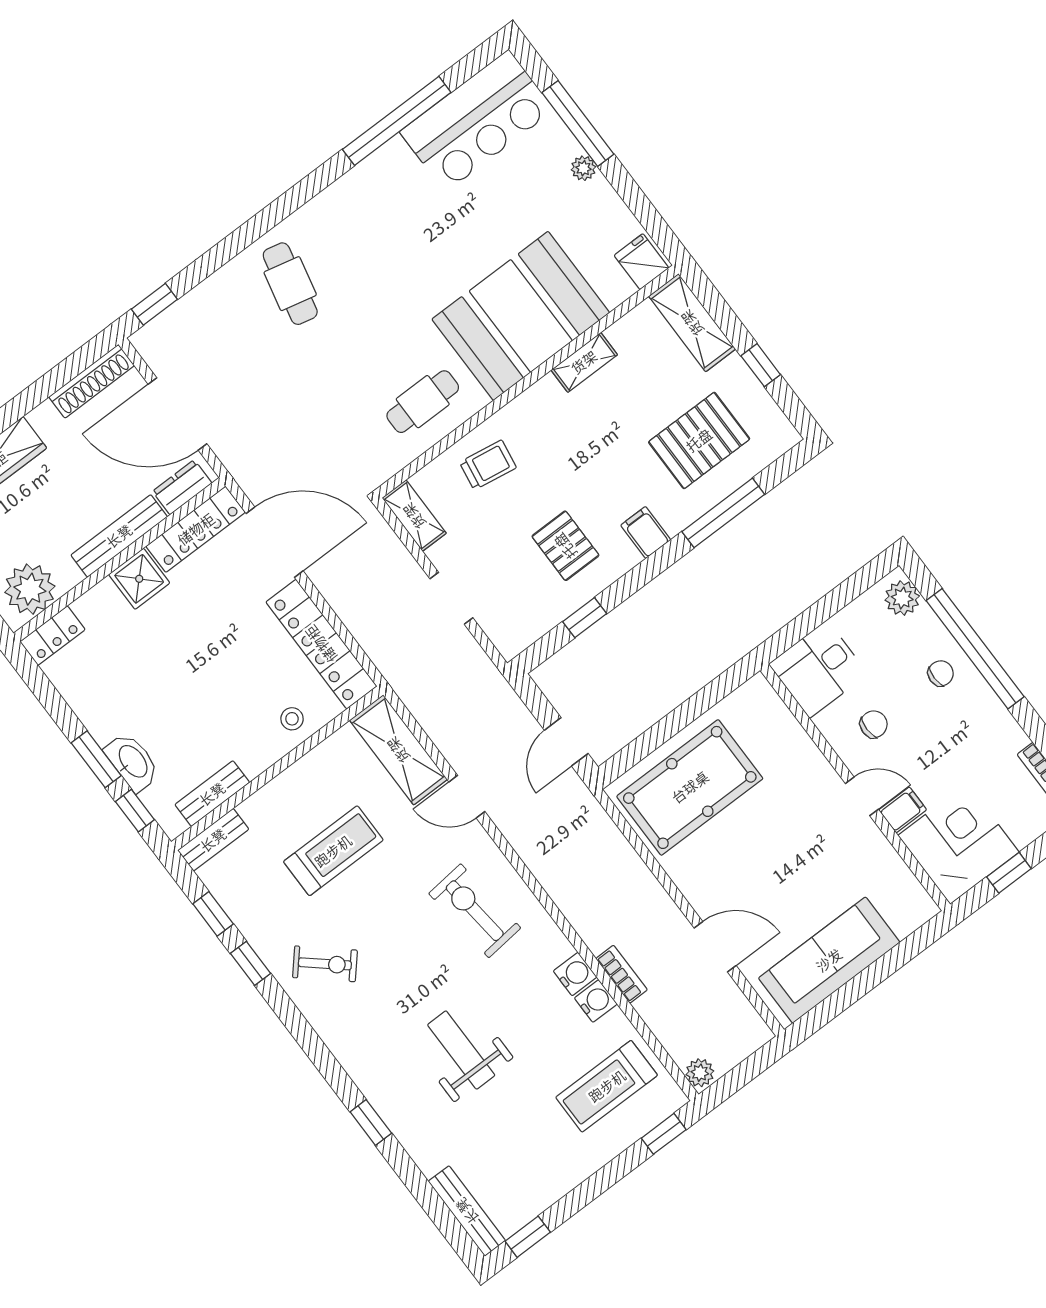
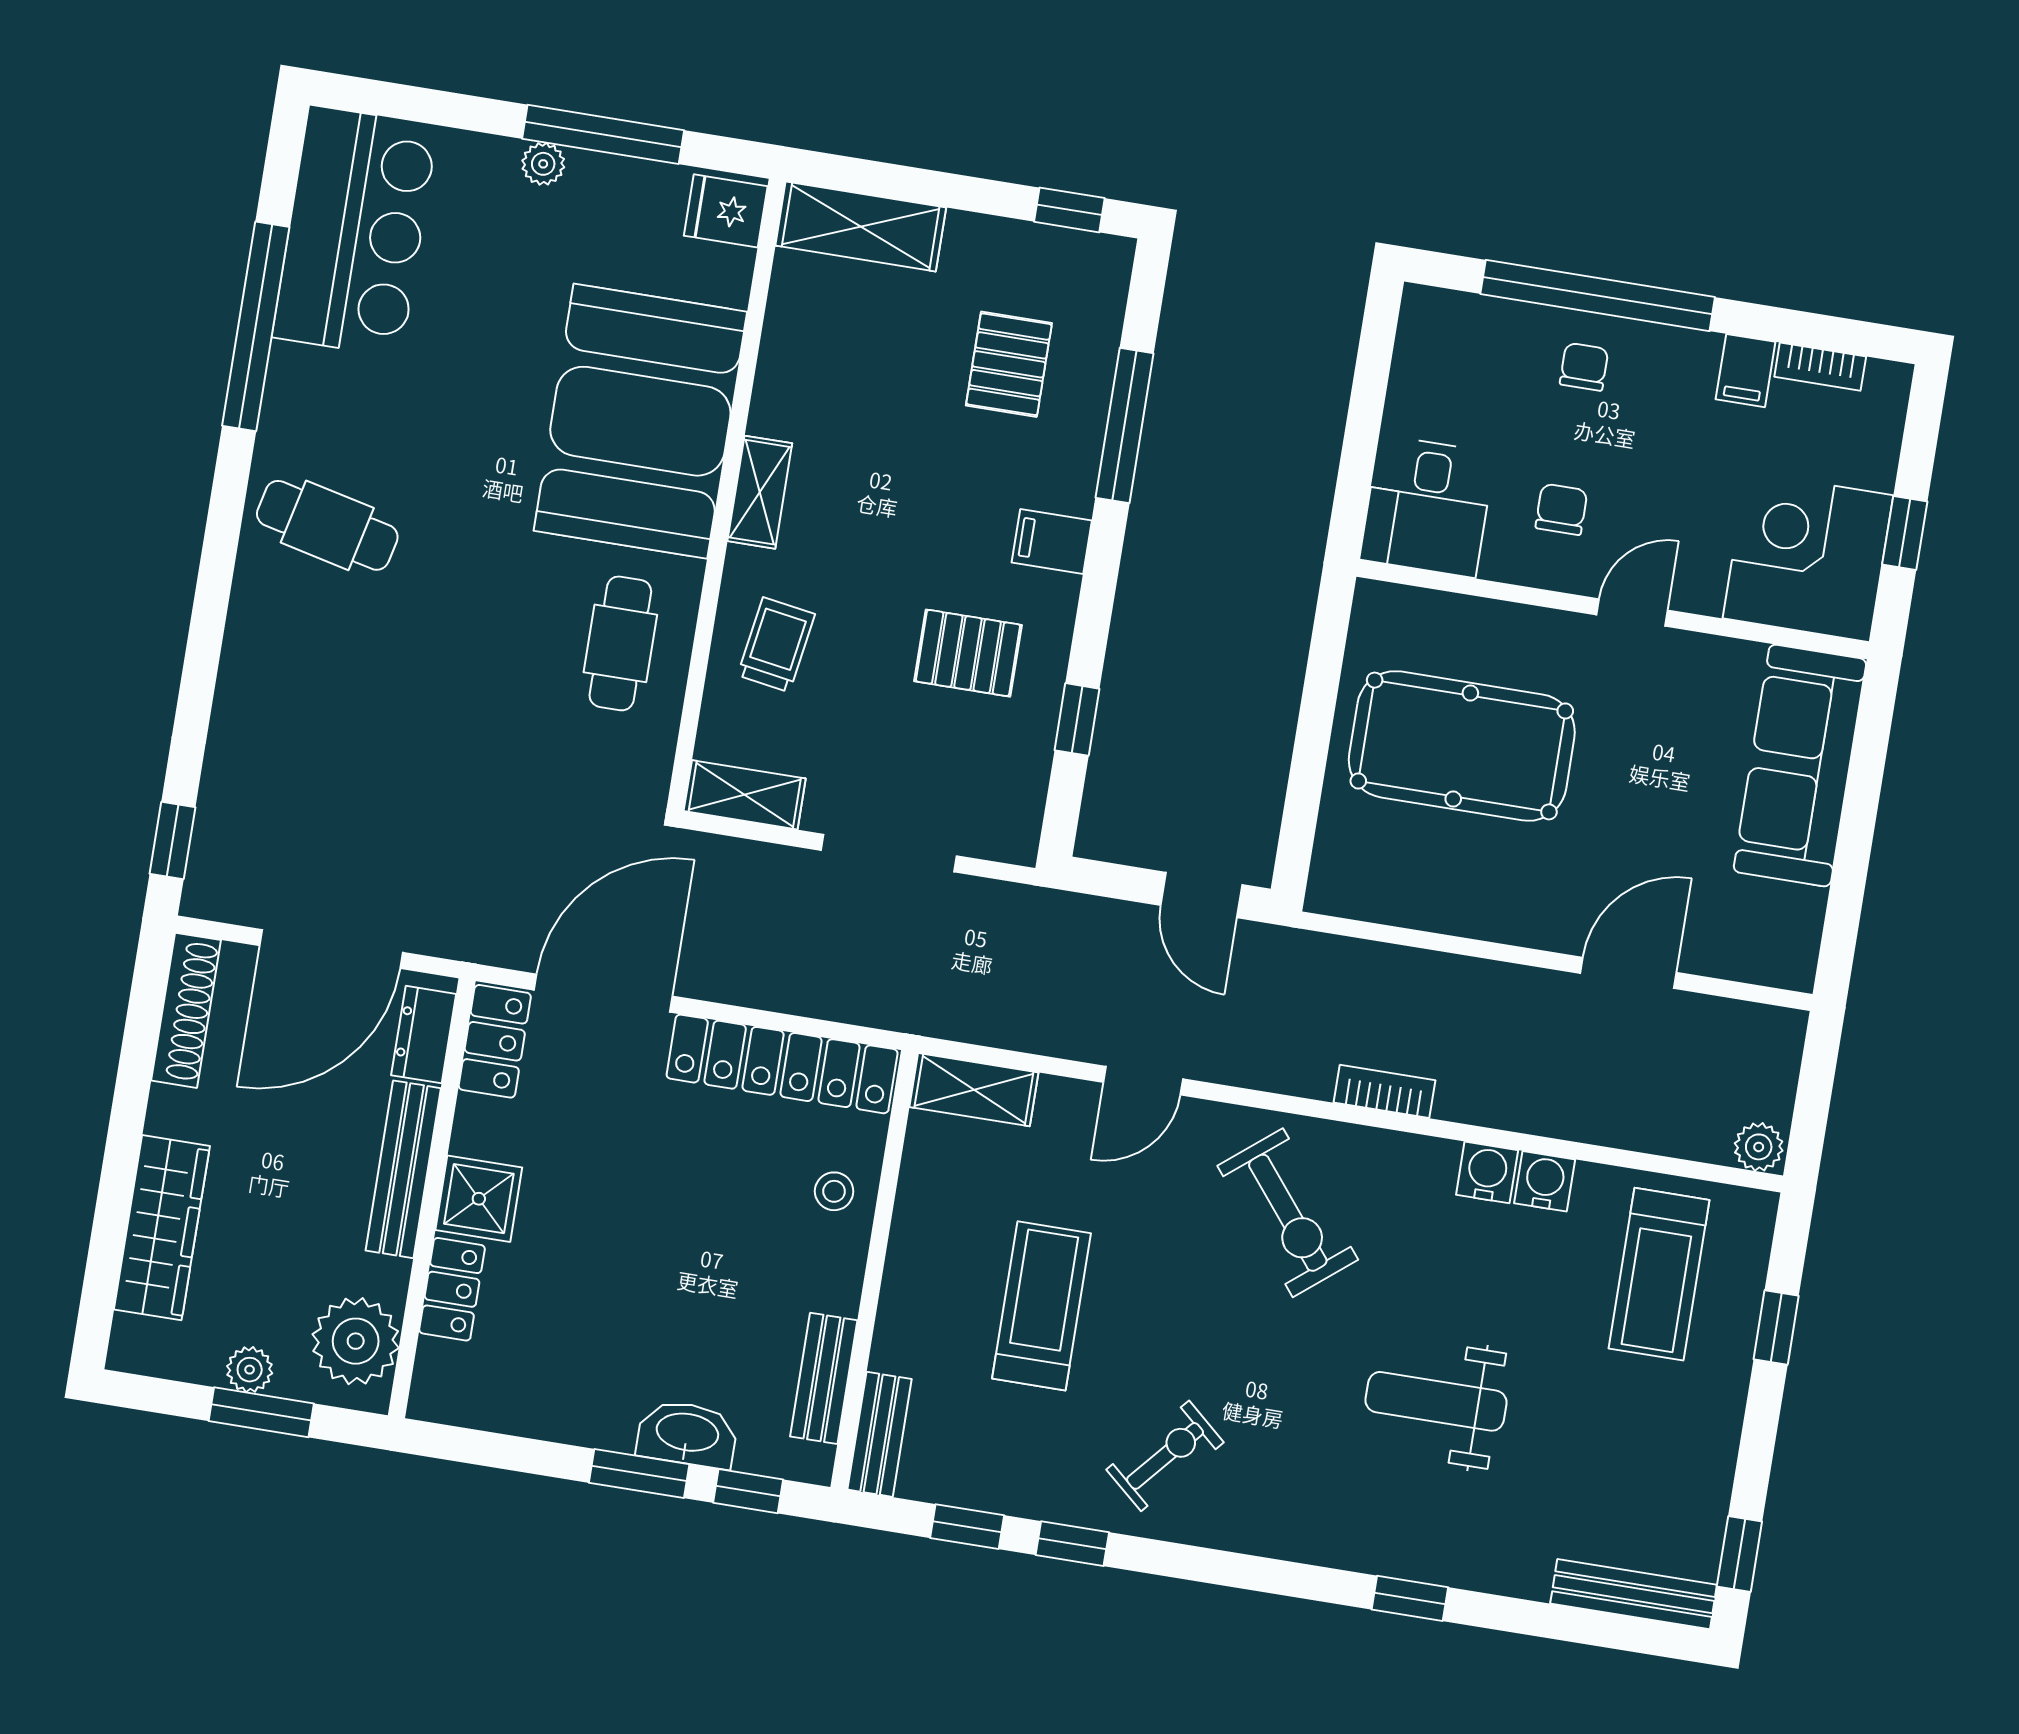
window: (578, 123) -> (603, 134), moved
cafe table: (290, 284) -> (327, 525), moved
shelving: (584, 362) -> (760, 492), moved
window: (761, 365) -> (1069, 210), moved
pallet: (699, 440) -> (1009, 364), width x0.67, depth x0.71
locker: (196, 529) -> (495, 1041), width x0.66
doorway: (451, 598) -> (889, 853), width x1.38
plant: (902, 598) -> (1447, 319), removed
locker: (53, 636) -> (452, 1289), moved
shelving: (398, 750) -> (974, 1090), width x0.67, depth x0.75
pool table: (690, 787) -> (1462, 746), moved, turned 90
filing cabinet: (903, 810) -> (1746, 371), moved, turned 180
exercise bike: (475, 911) -> (1288, 1213), turned -123
sofa: (829, 960) -> (1800, 766), moved
bookcase: (622, 974) -> (1384, 1091), moved
window: (664, 1134) -> (1776, 1327), moved

